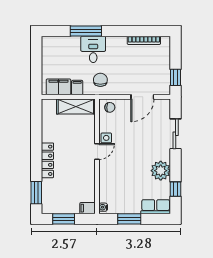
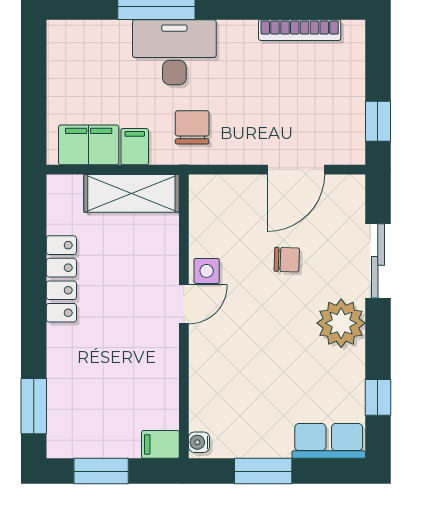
desk: (93, 49) -> (174, 52), width x1.37
chair: (110, 107) -> (287, 260), moved
locker: (47, 160) -> (61, 279), moved
plant: (161, 171) -> (341, 323), moved

